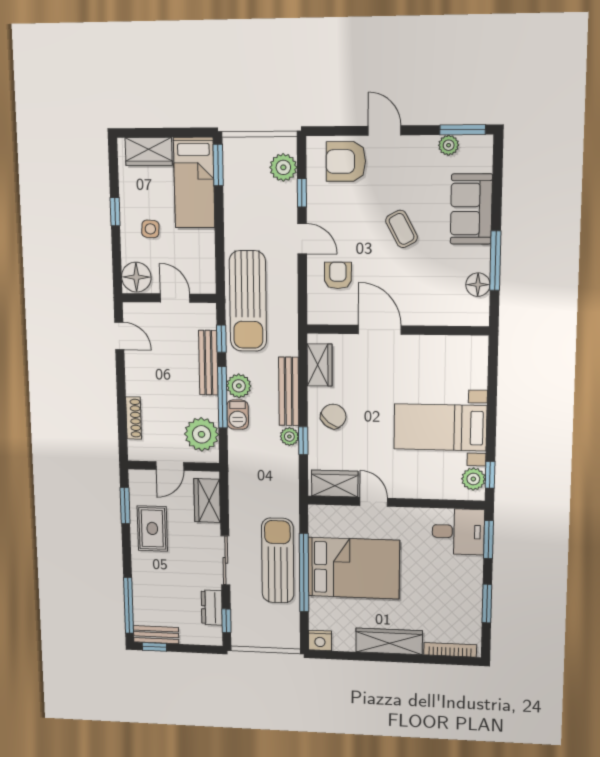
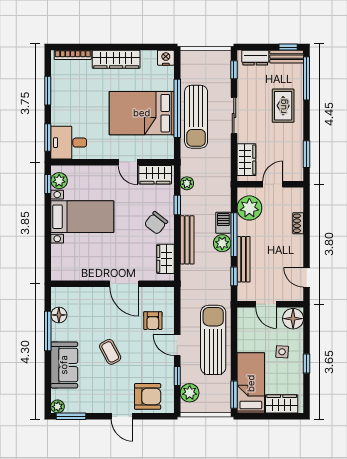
plant: (449, 145) -> (58, 407), moved
sun lounger: (248, 301) -> (213, 340), moved
shoe rack: (134, 418) -> (298, 223), width x0.70
plant: (289, 437) -> (187, 183), moved
rug: (152, 528) -> (283, 106), moved
dresser: (212, 608) -> (255, 58), moved, turned 90

